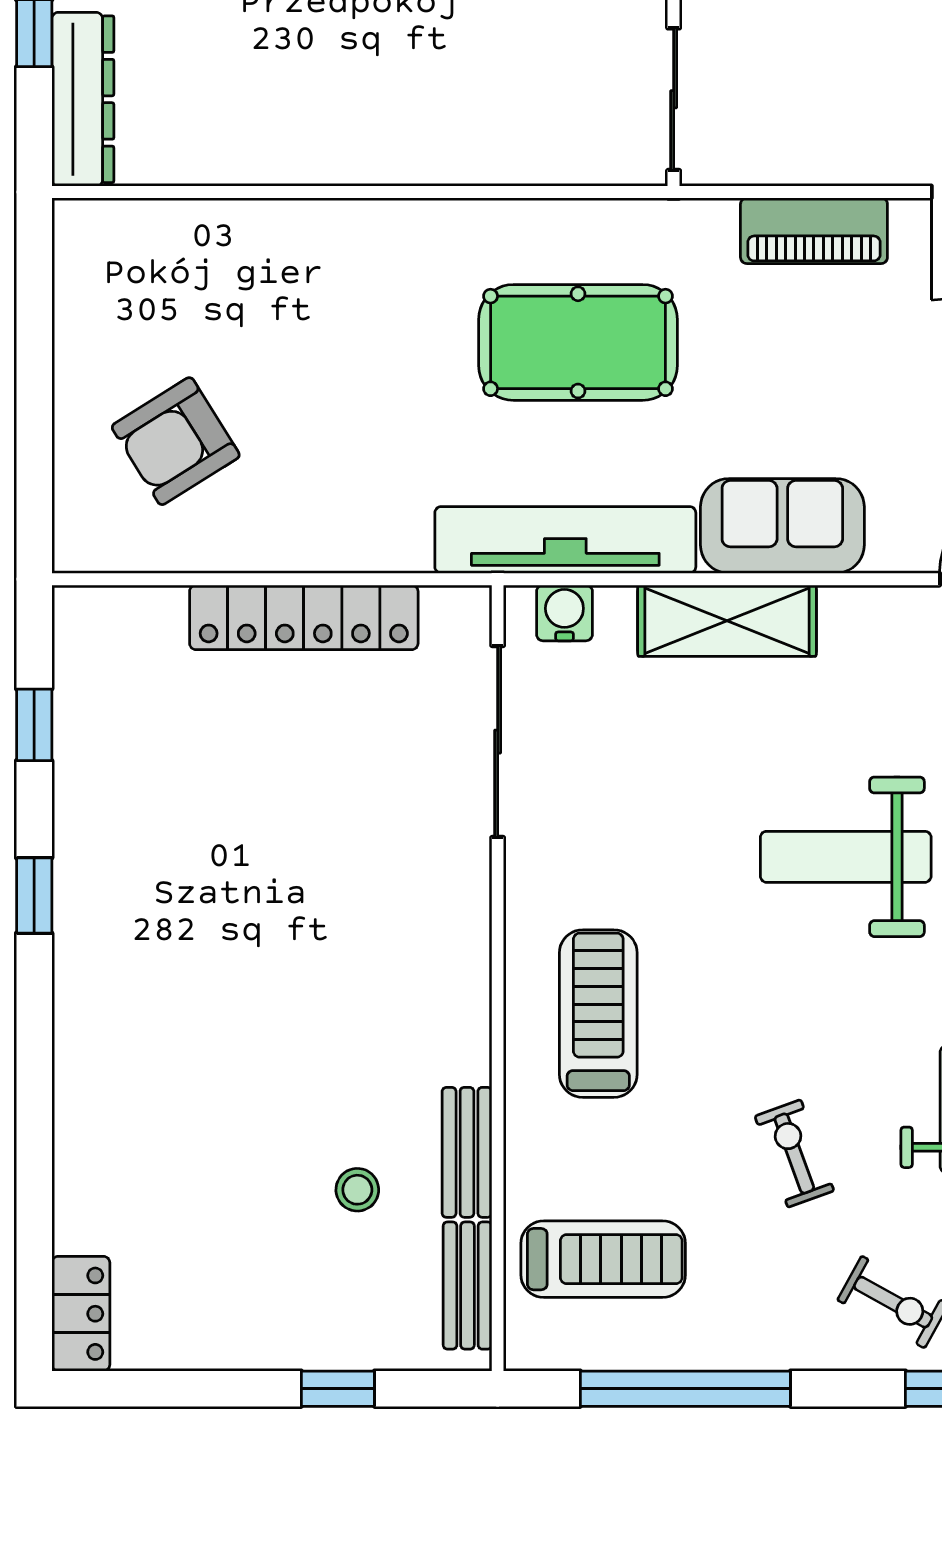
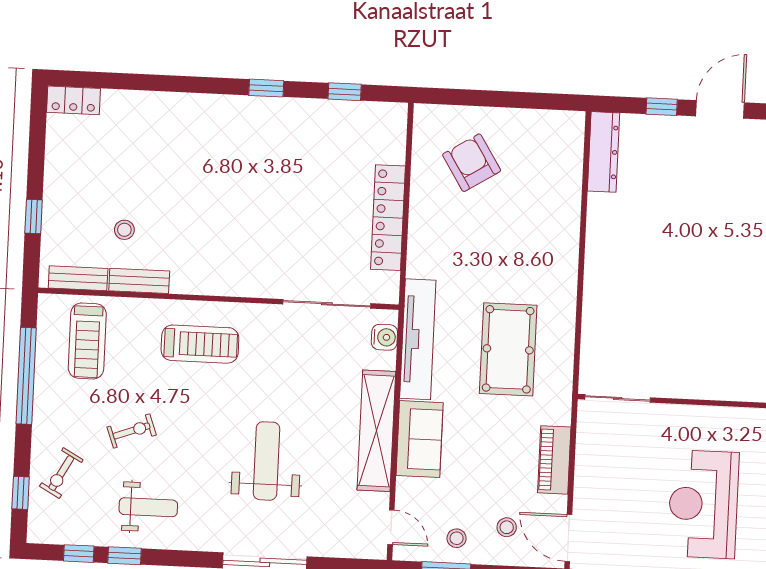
dresser: (83, 99) -> (604, 152), moved, turned -90
shelving: (727, 621) -> (376, 431), width x1.47

